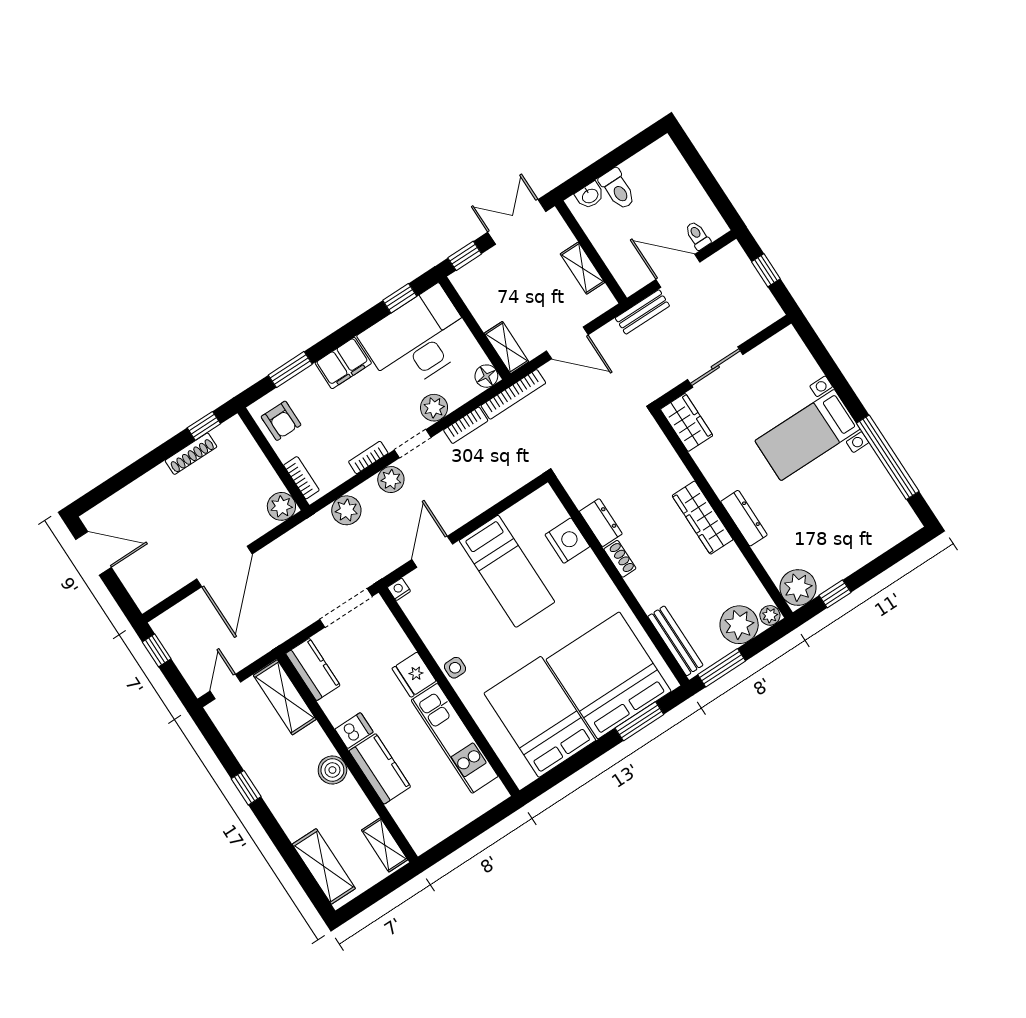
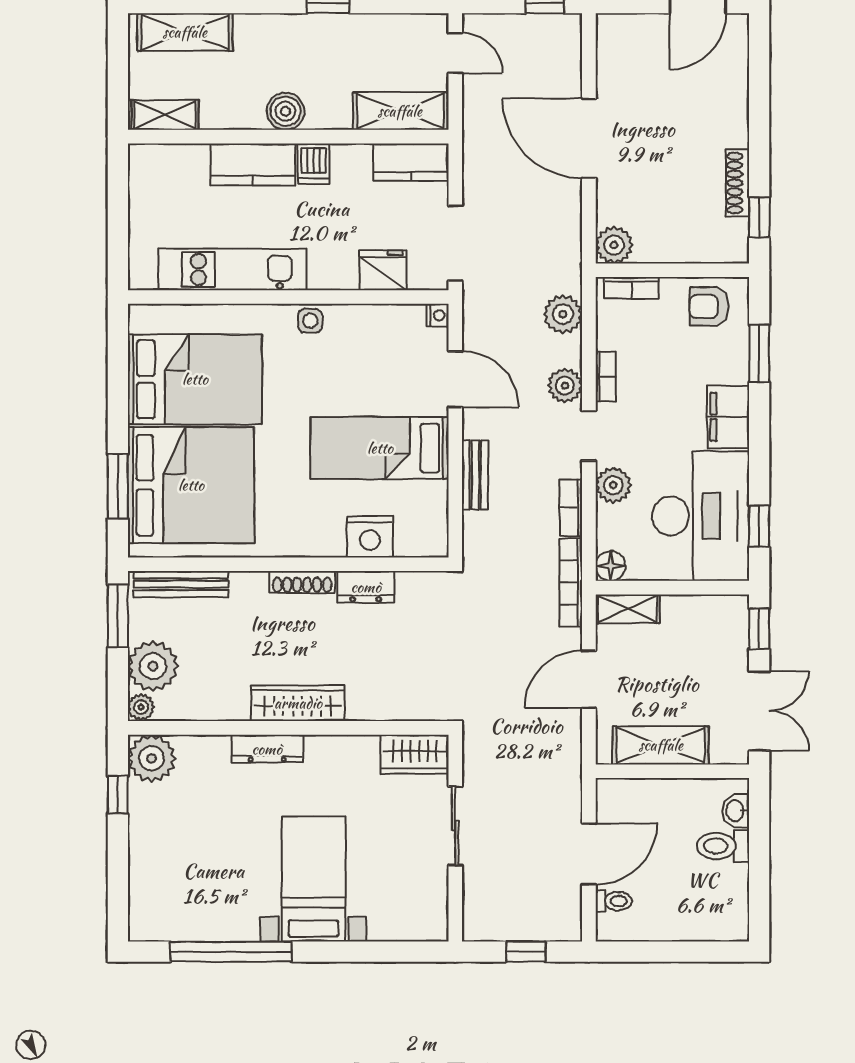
shelving: (583, 268) -> (661, 745), width x1.50, depth x1.33
bench: (642, 312) -> (475, 475), moved
shoe rack: (620, 559) -> (302, 582), width x1.43
fridge: (414, 675) -> (383, 270), moved

